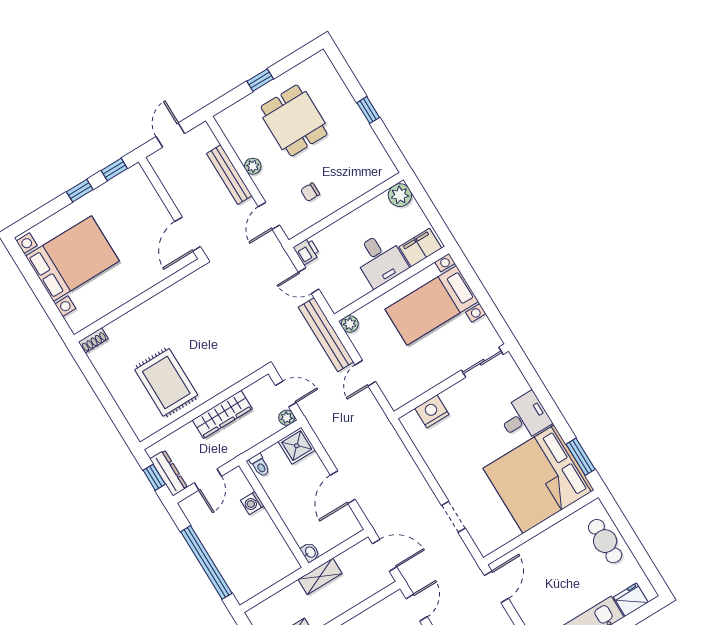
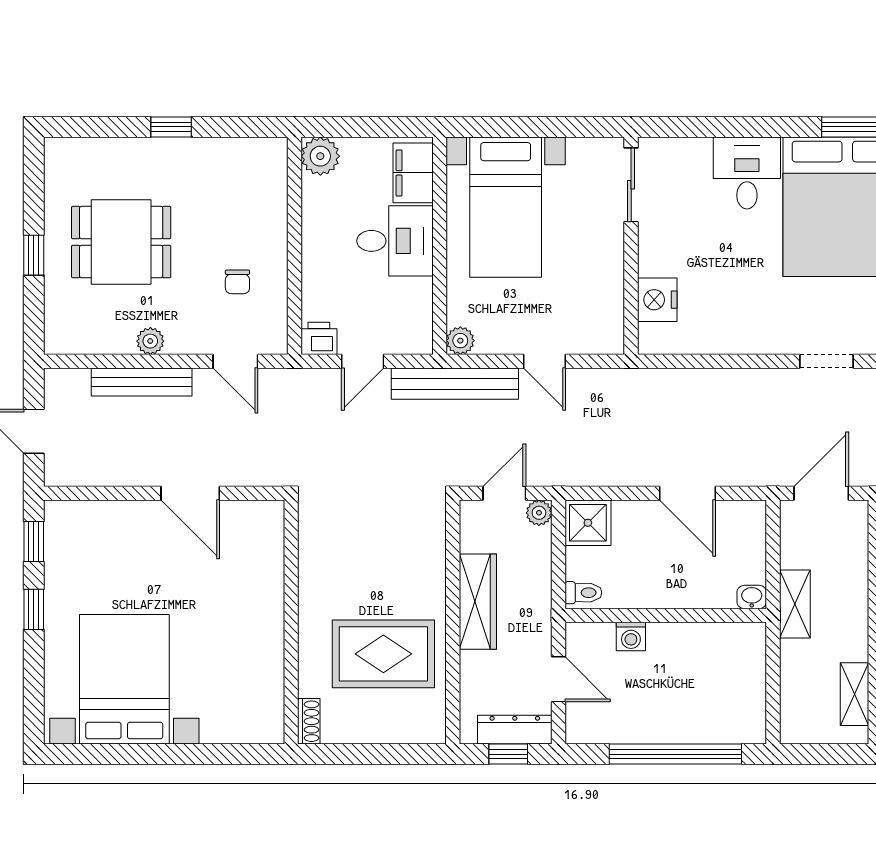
wall: (138, 300) -> (291, 622), moved
shoe rack: (93, 340) -> (309, 721), moved

